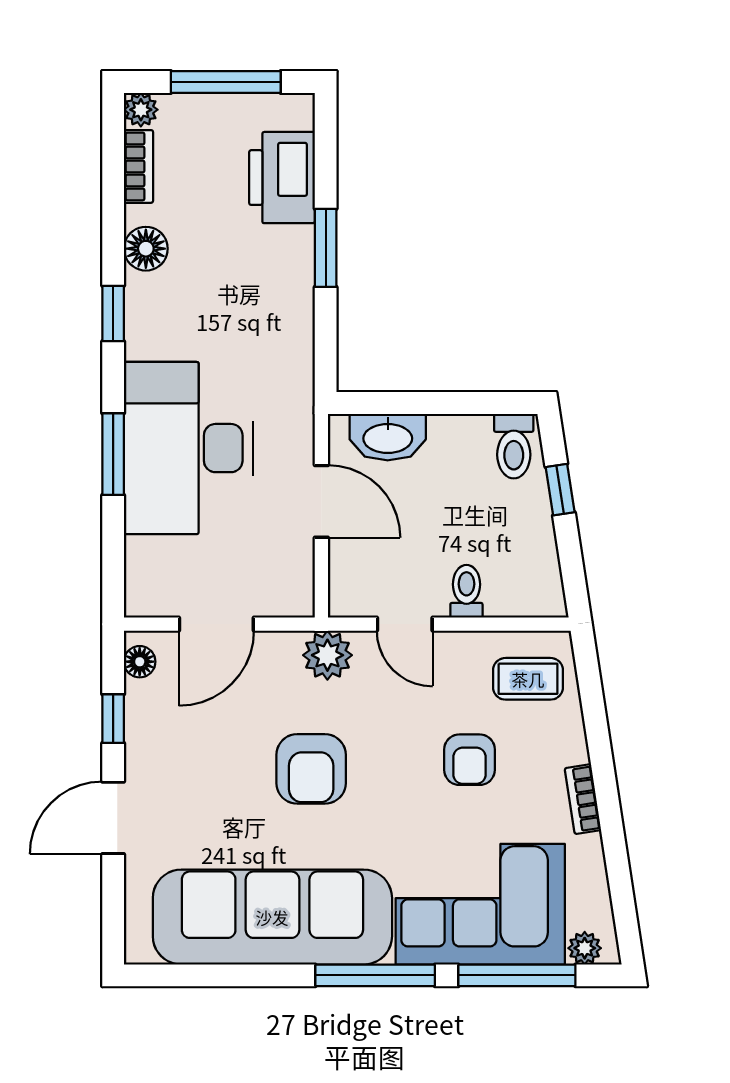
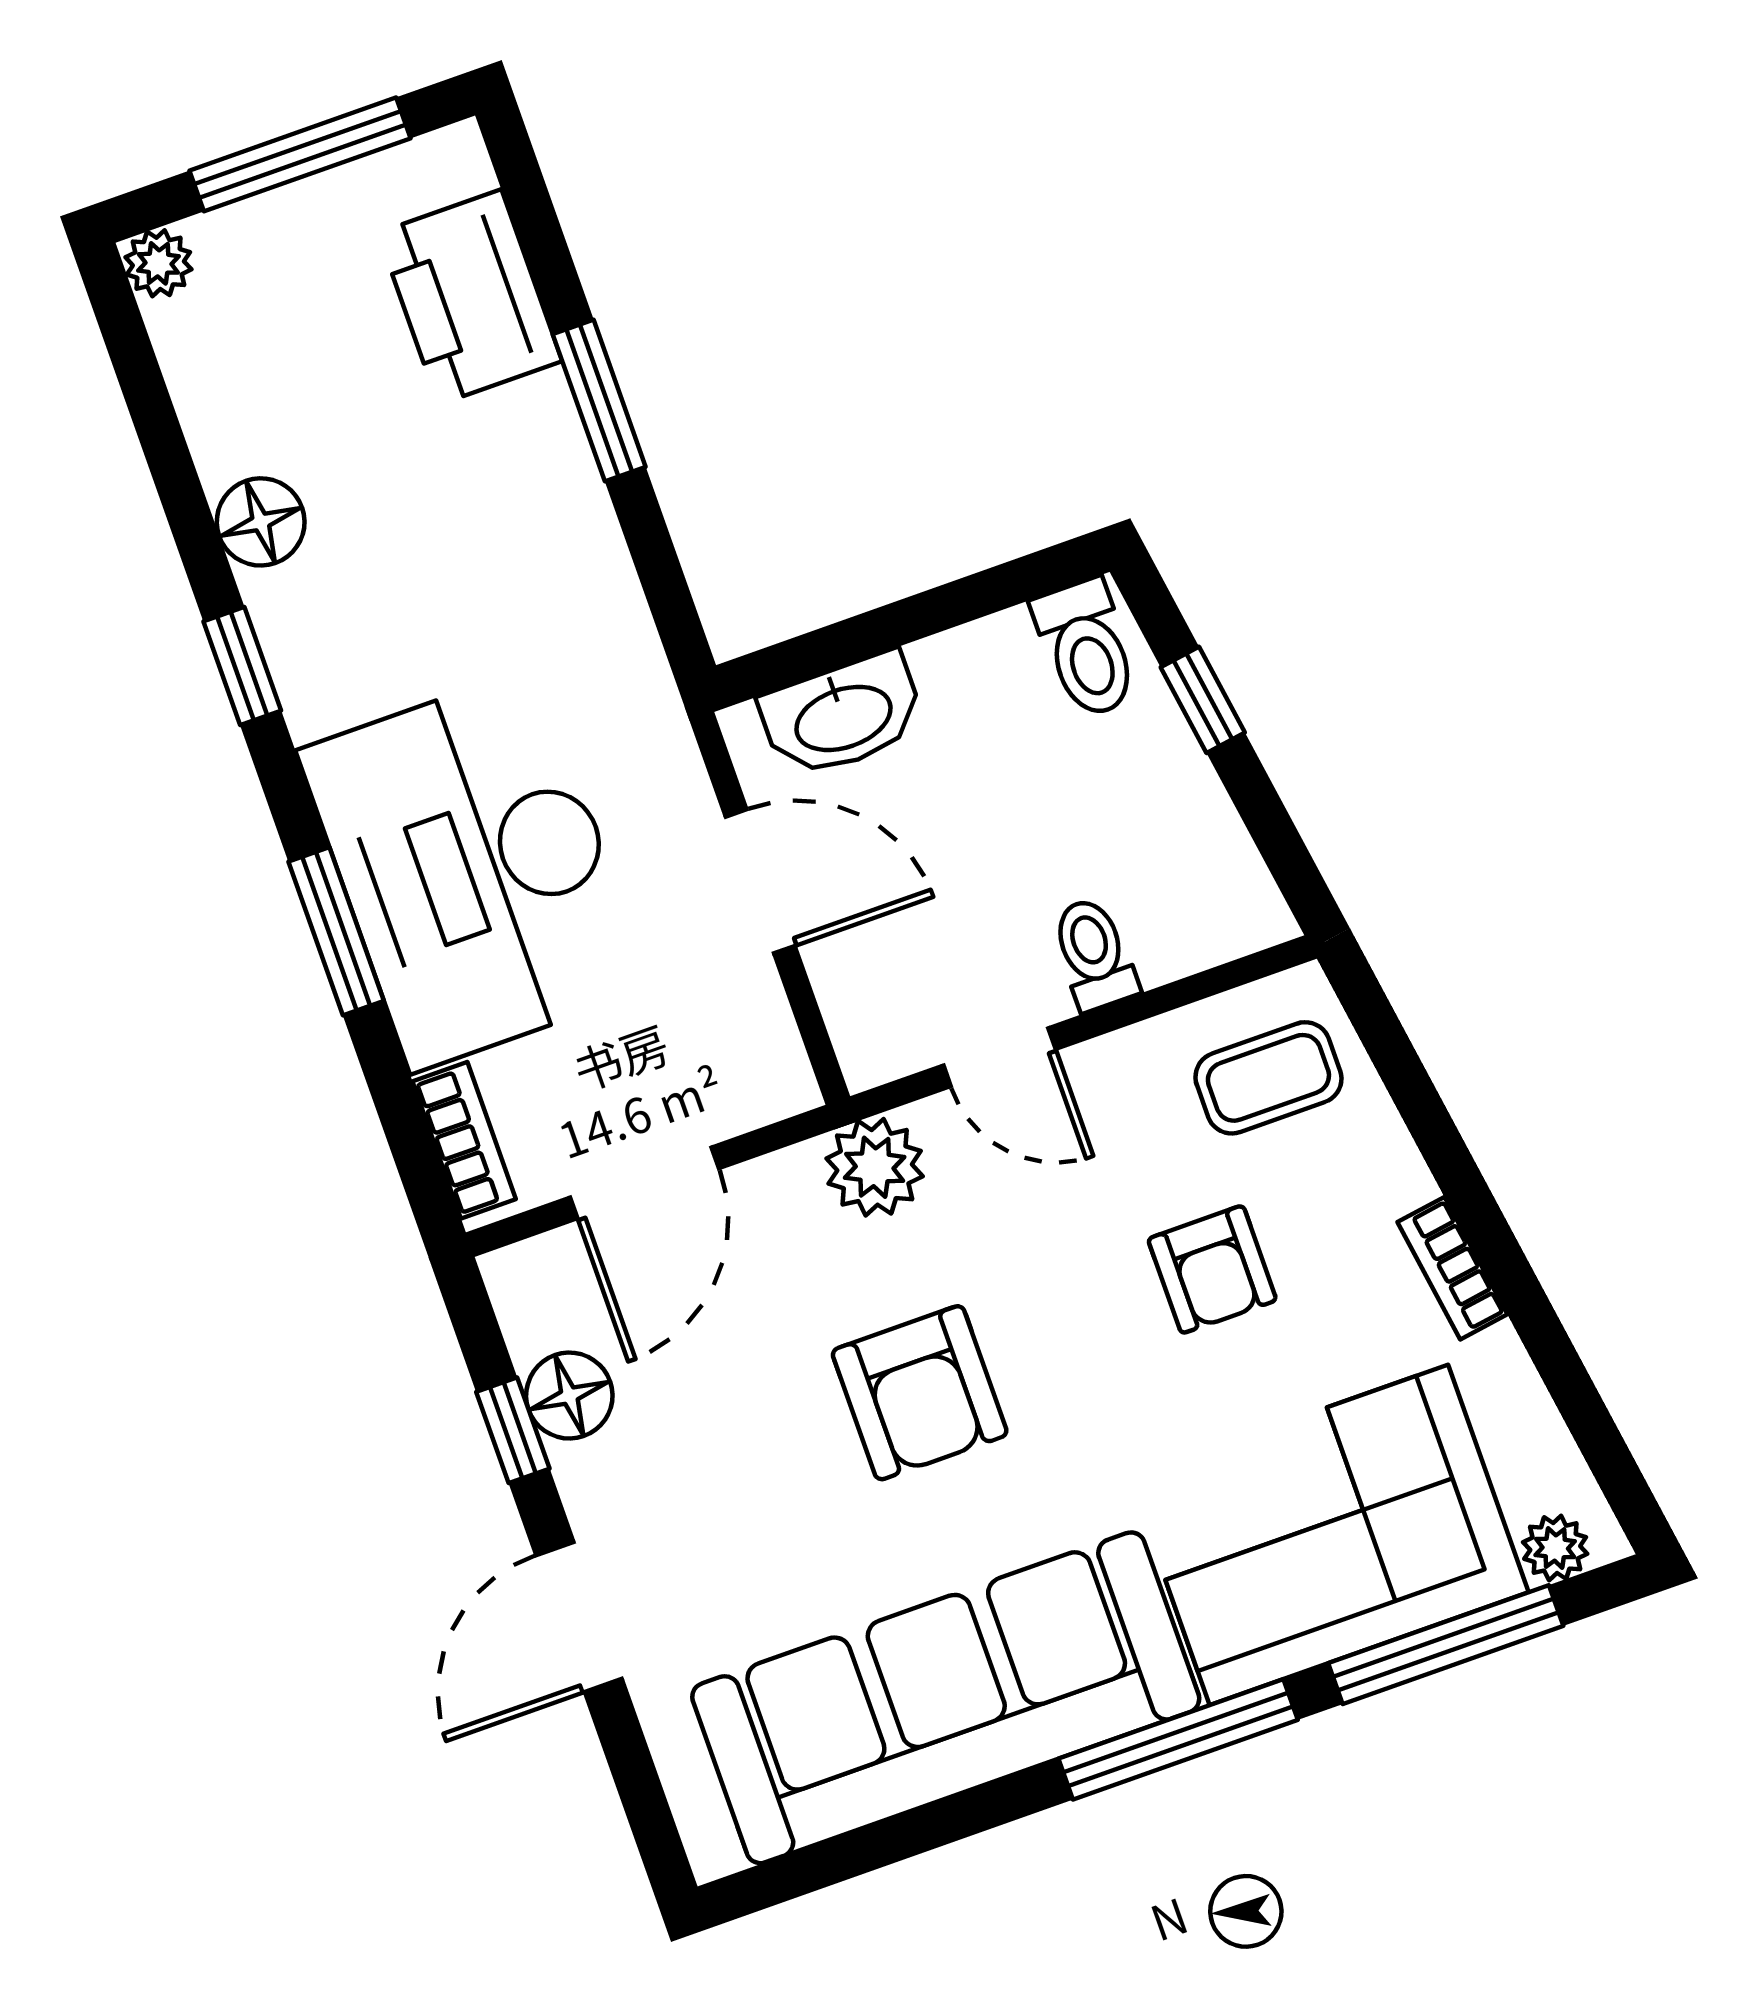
bookcase: (139, 166) -> (464, 1140), moved
floor lamp: (140, 662) -> (569, 1396), moved, width x1.37, depth x1.37

